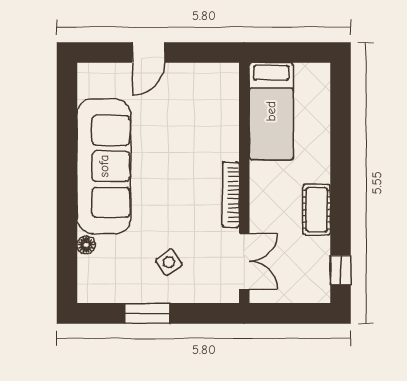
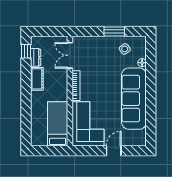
corner sofa: (204, 111) -> (88, 124), added
dresser: (319, 257) -> (36, 57), added
side table: (169, 262) -> (125, 49), moved

